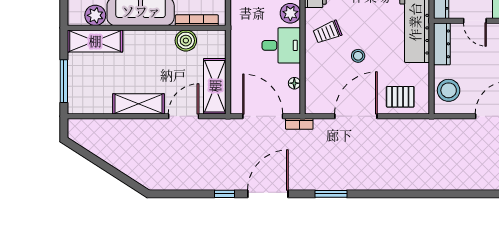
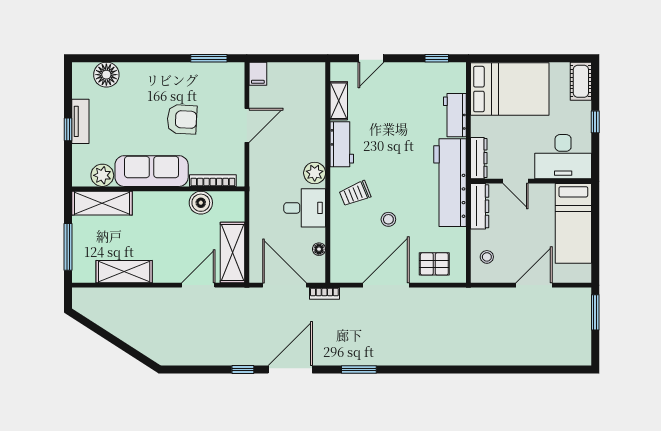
stool: (449, 90) -> (487, 257), width x0.53, depth x0.53
shelving: (139, 104) -> (124, 272), moved

